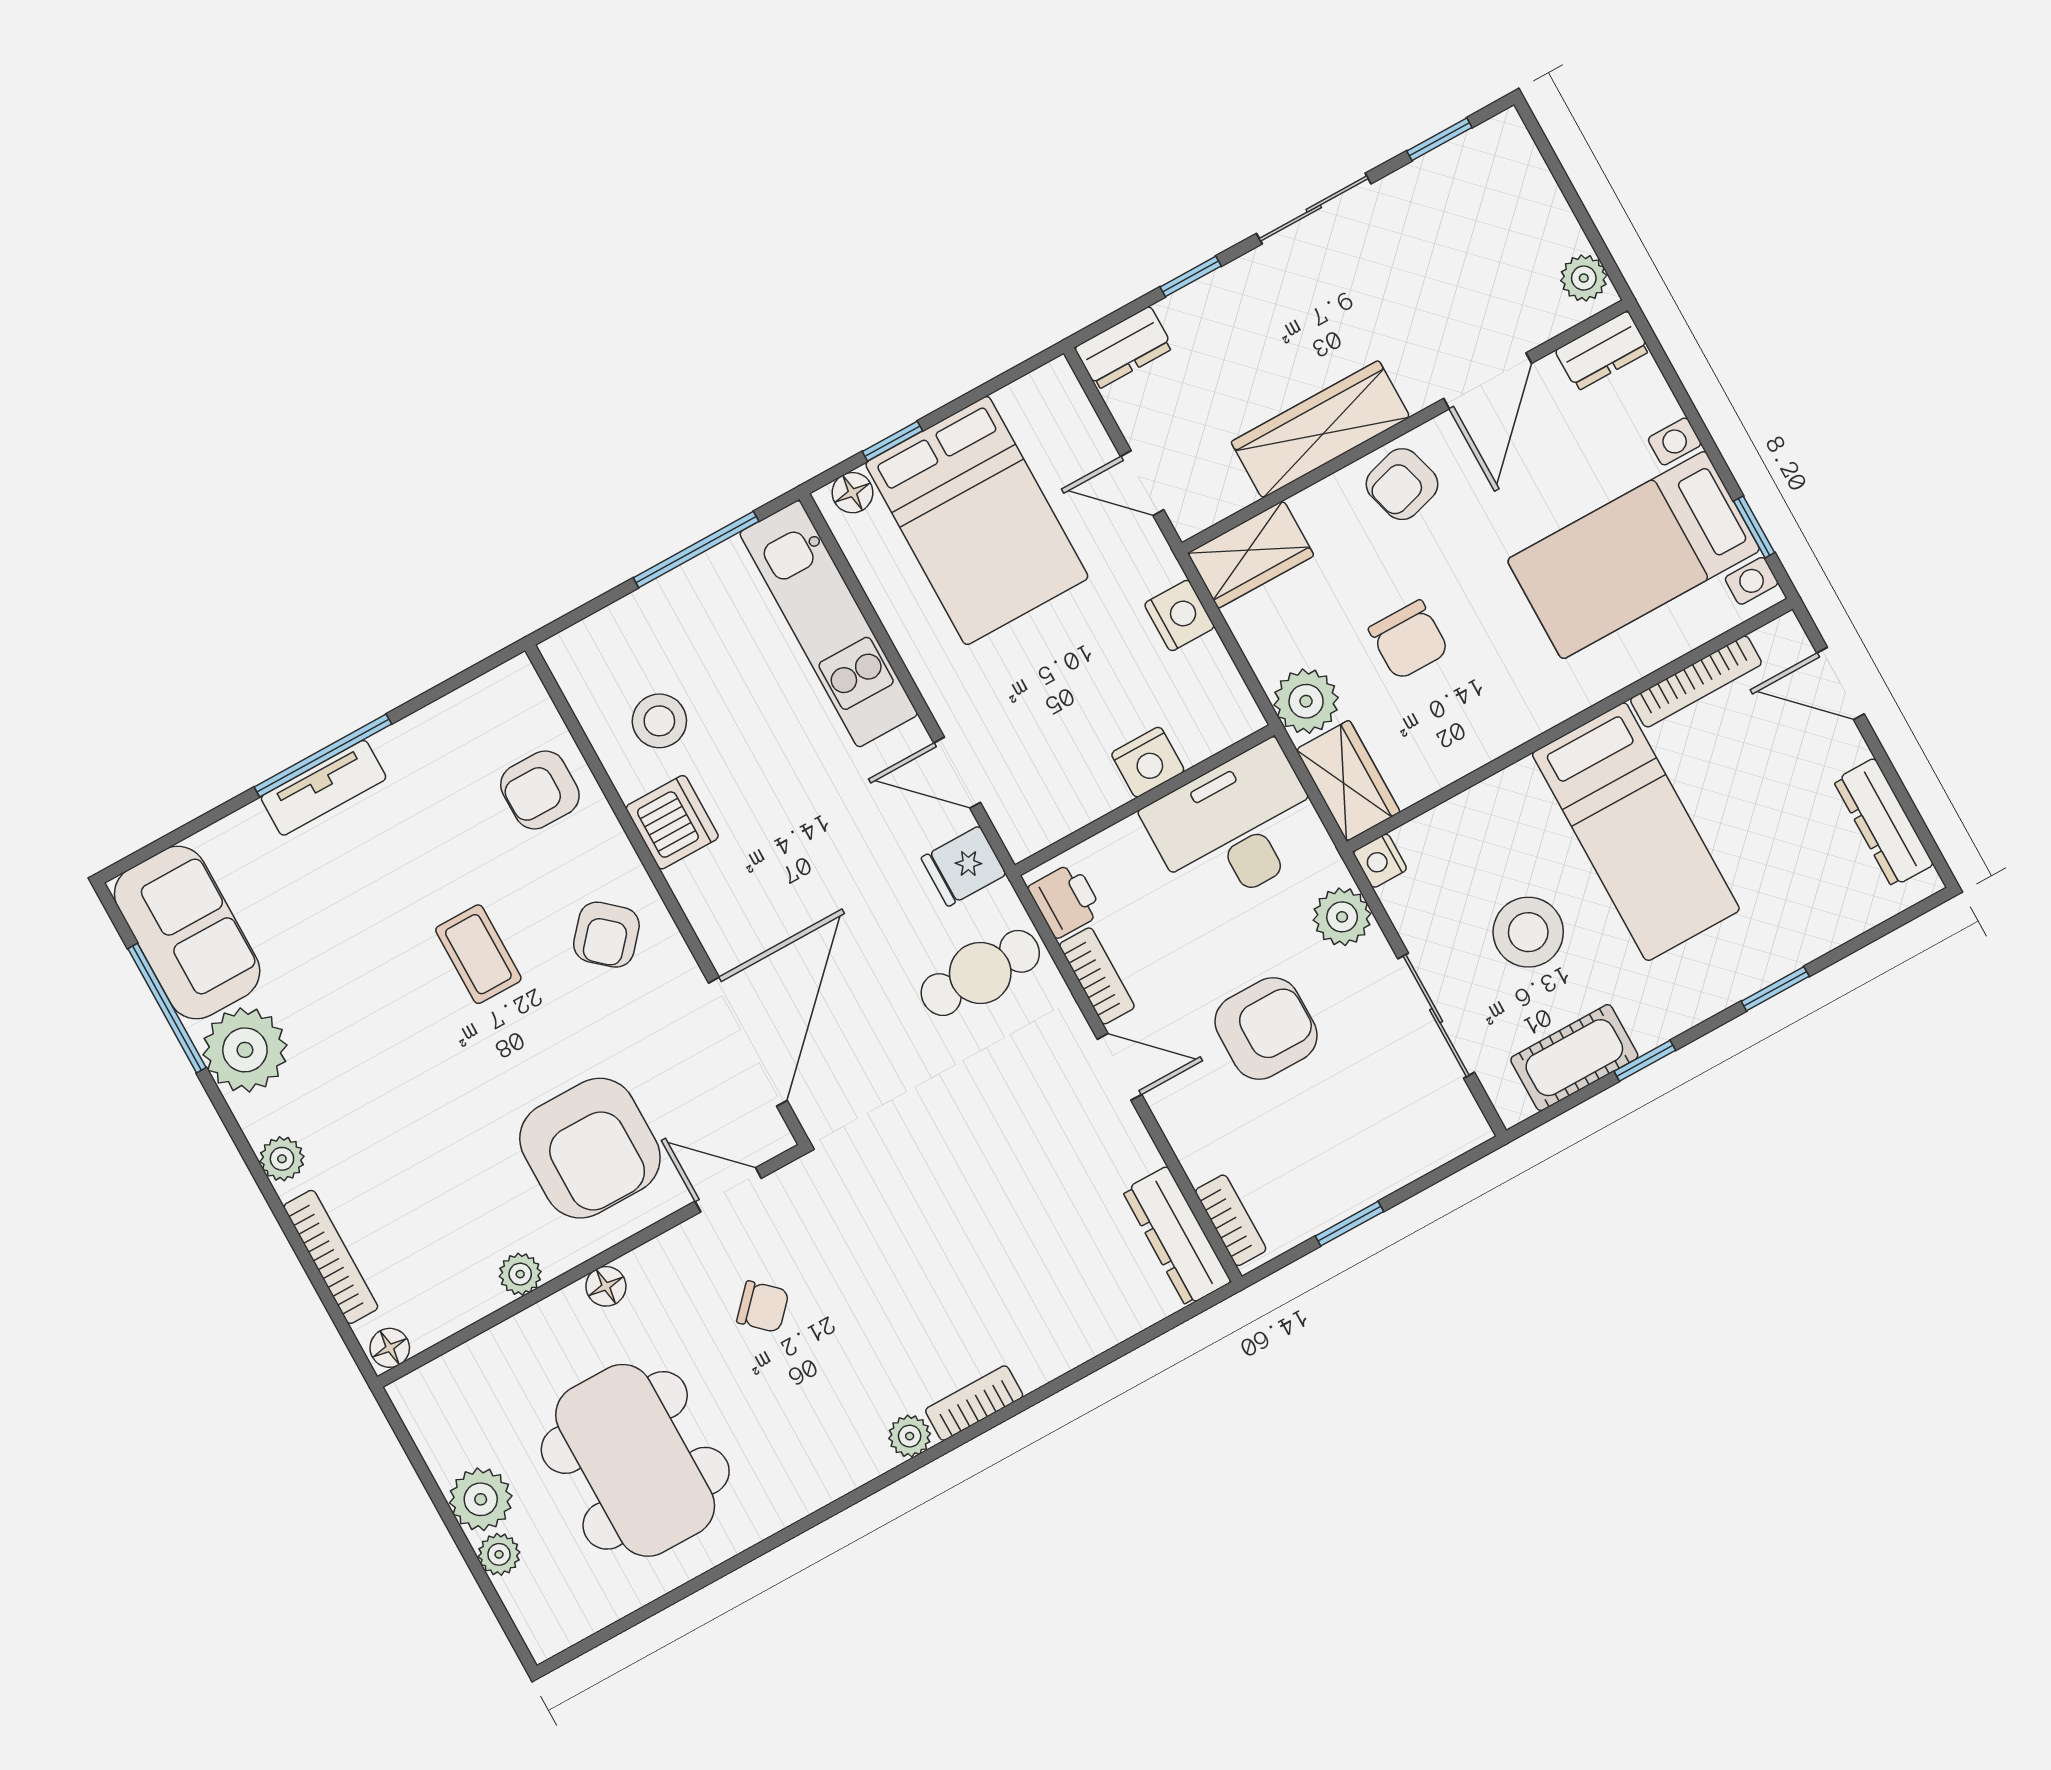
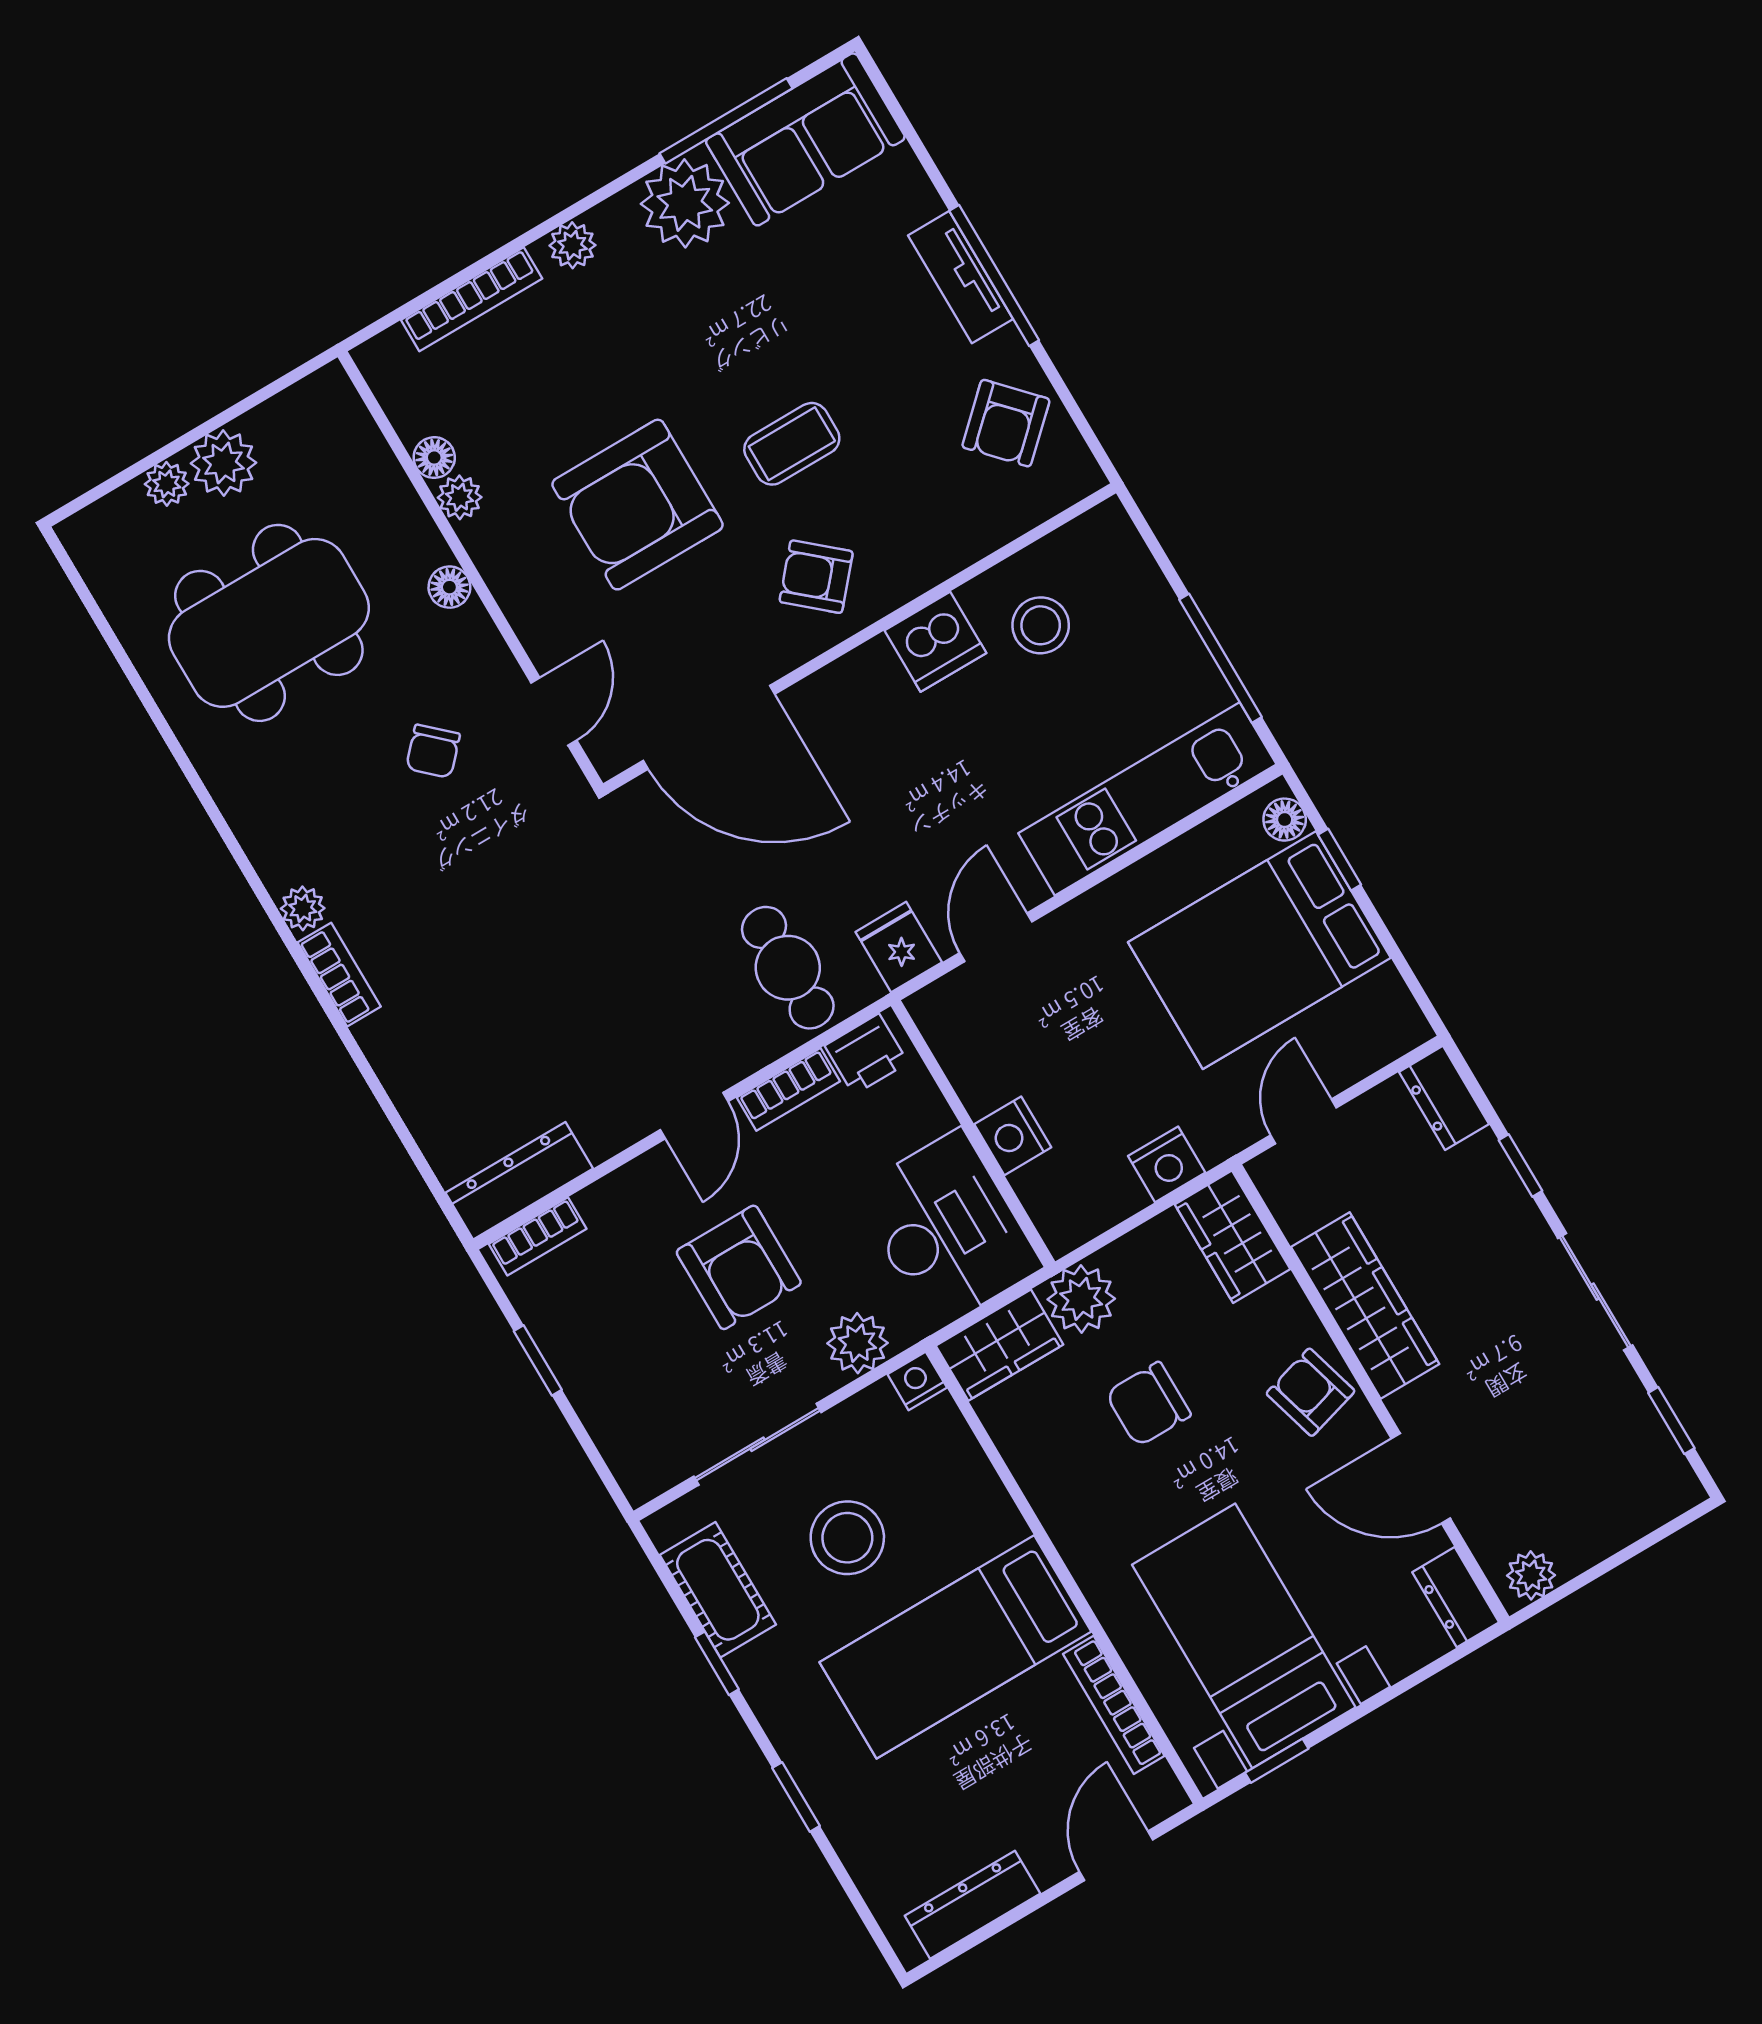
armchair: (540, 790) -> (1006, 423), moved, turned -133
armchair: (590, 1148) -> (637, 505), moved
floor lamp: (390, 1348) -> (434, 458), moved

